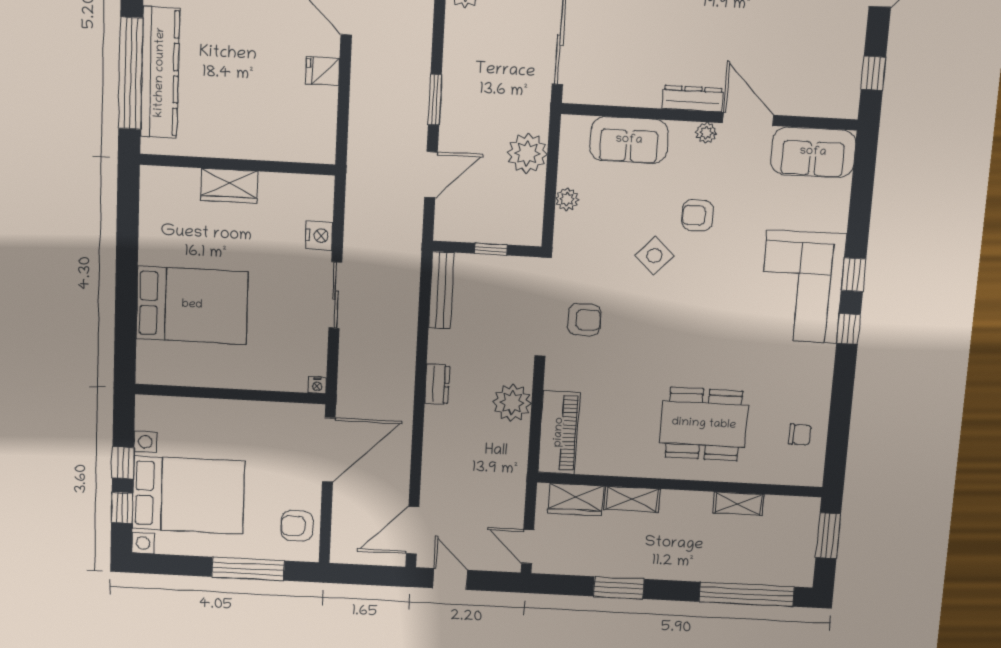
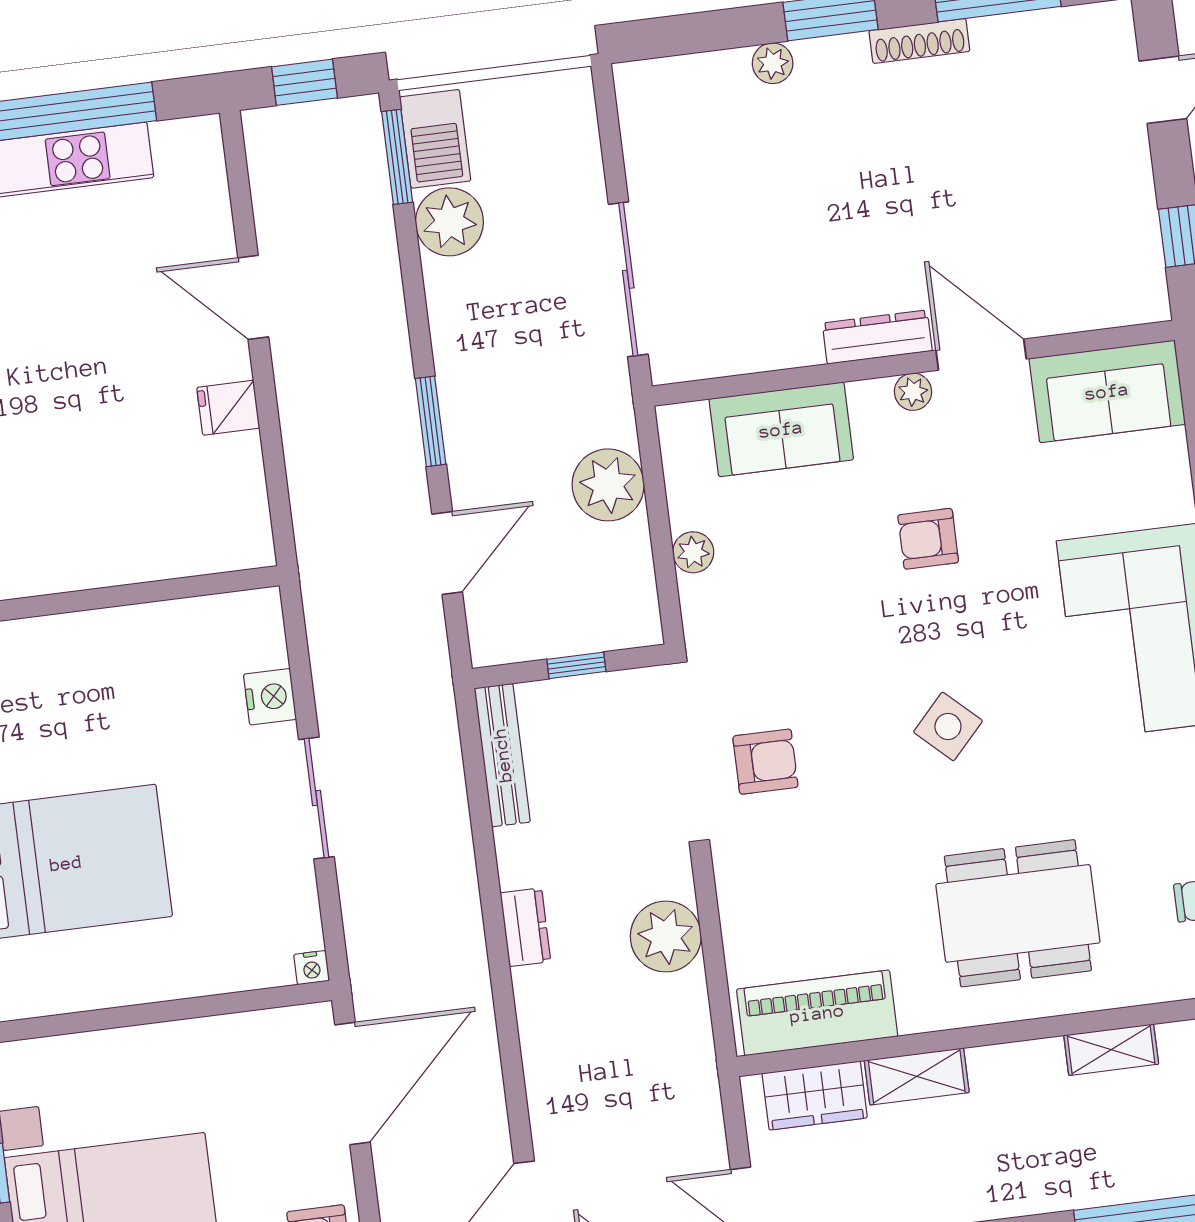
wardrobe: (229, 186) -> (99, 637), removed
side table: (654, 256) -> (948, 726), moved
piano: (559, 432) -> (817, 1013), moved, turned -90

